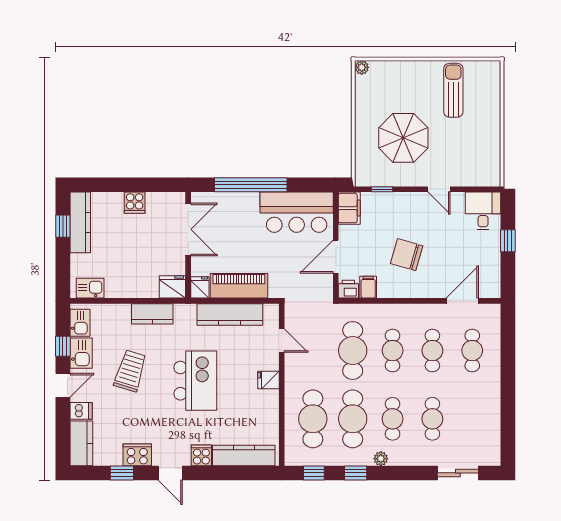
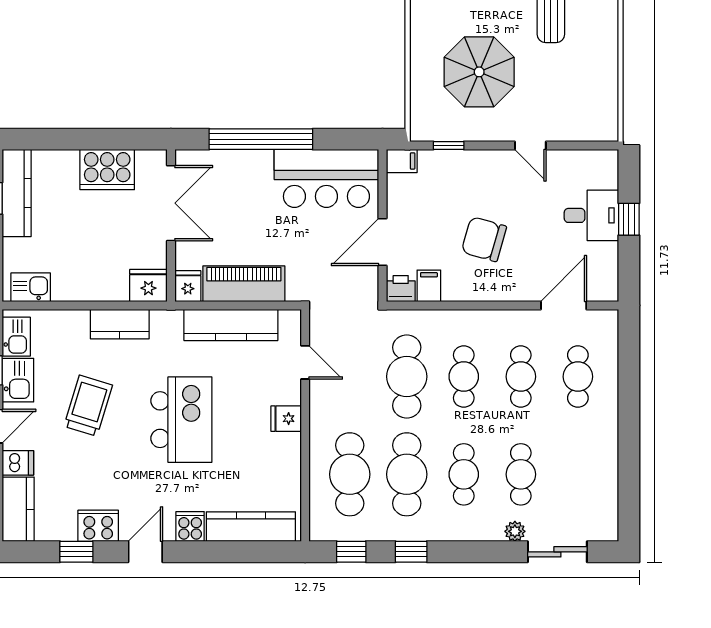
cooker: (135, 203) -> (107, 170), width x1.87, depth x1.31
filing cabinet: (349, 208) -> (402, 161), width x0.50
desk: (483, 211) -> (591, 215), moved, turned 90
plant: (381, 459) -> (515, 531), moved
door: (170, 473) -> (145, 552), swing flipped

